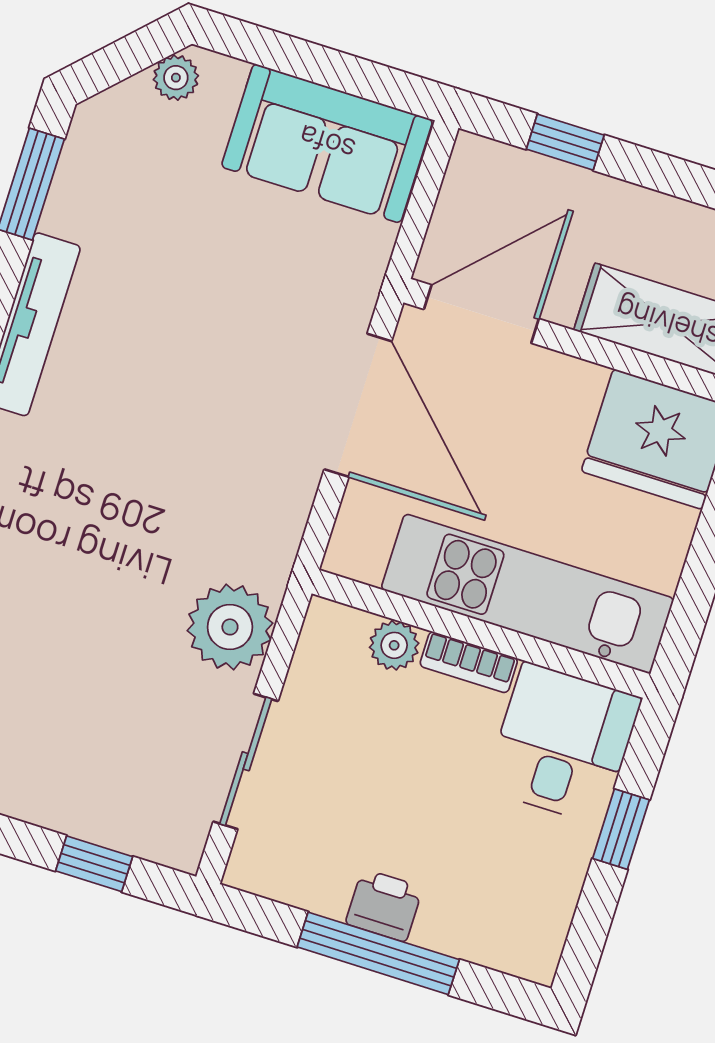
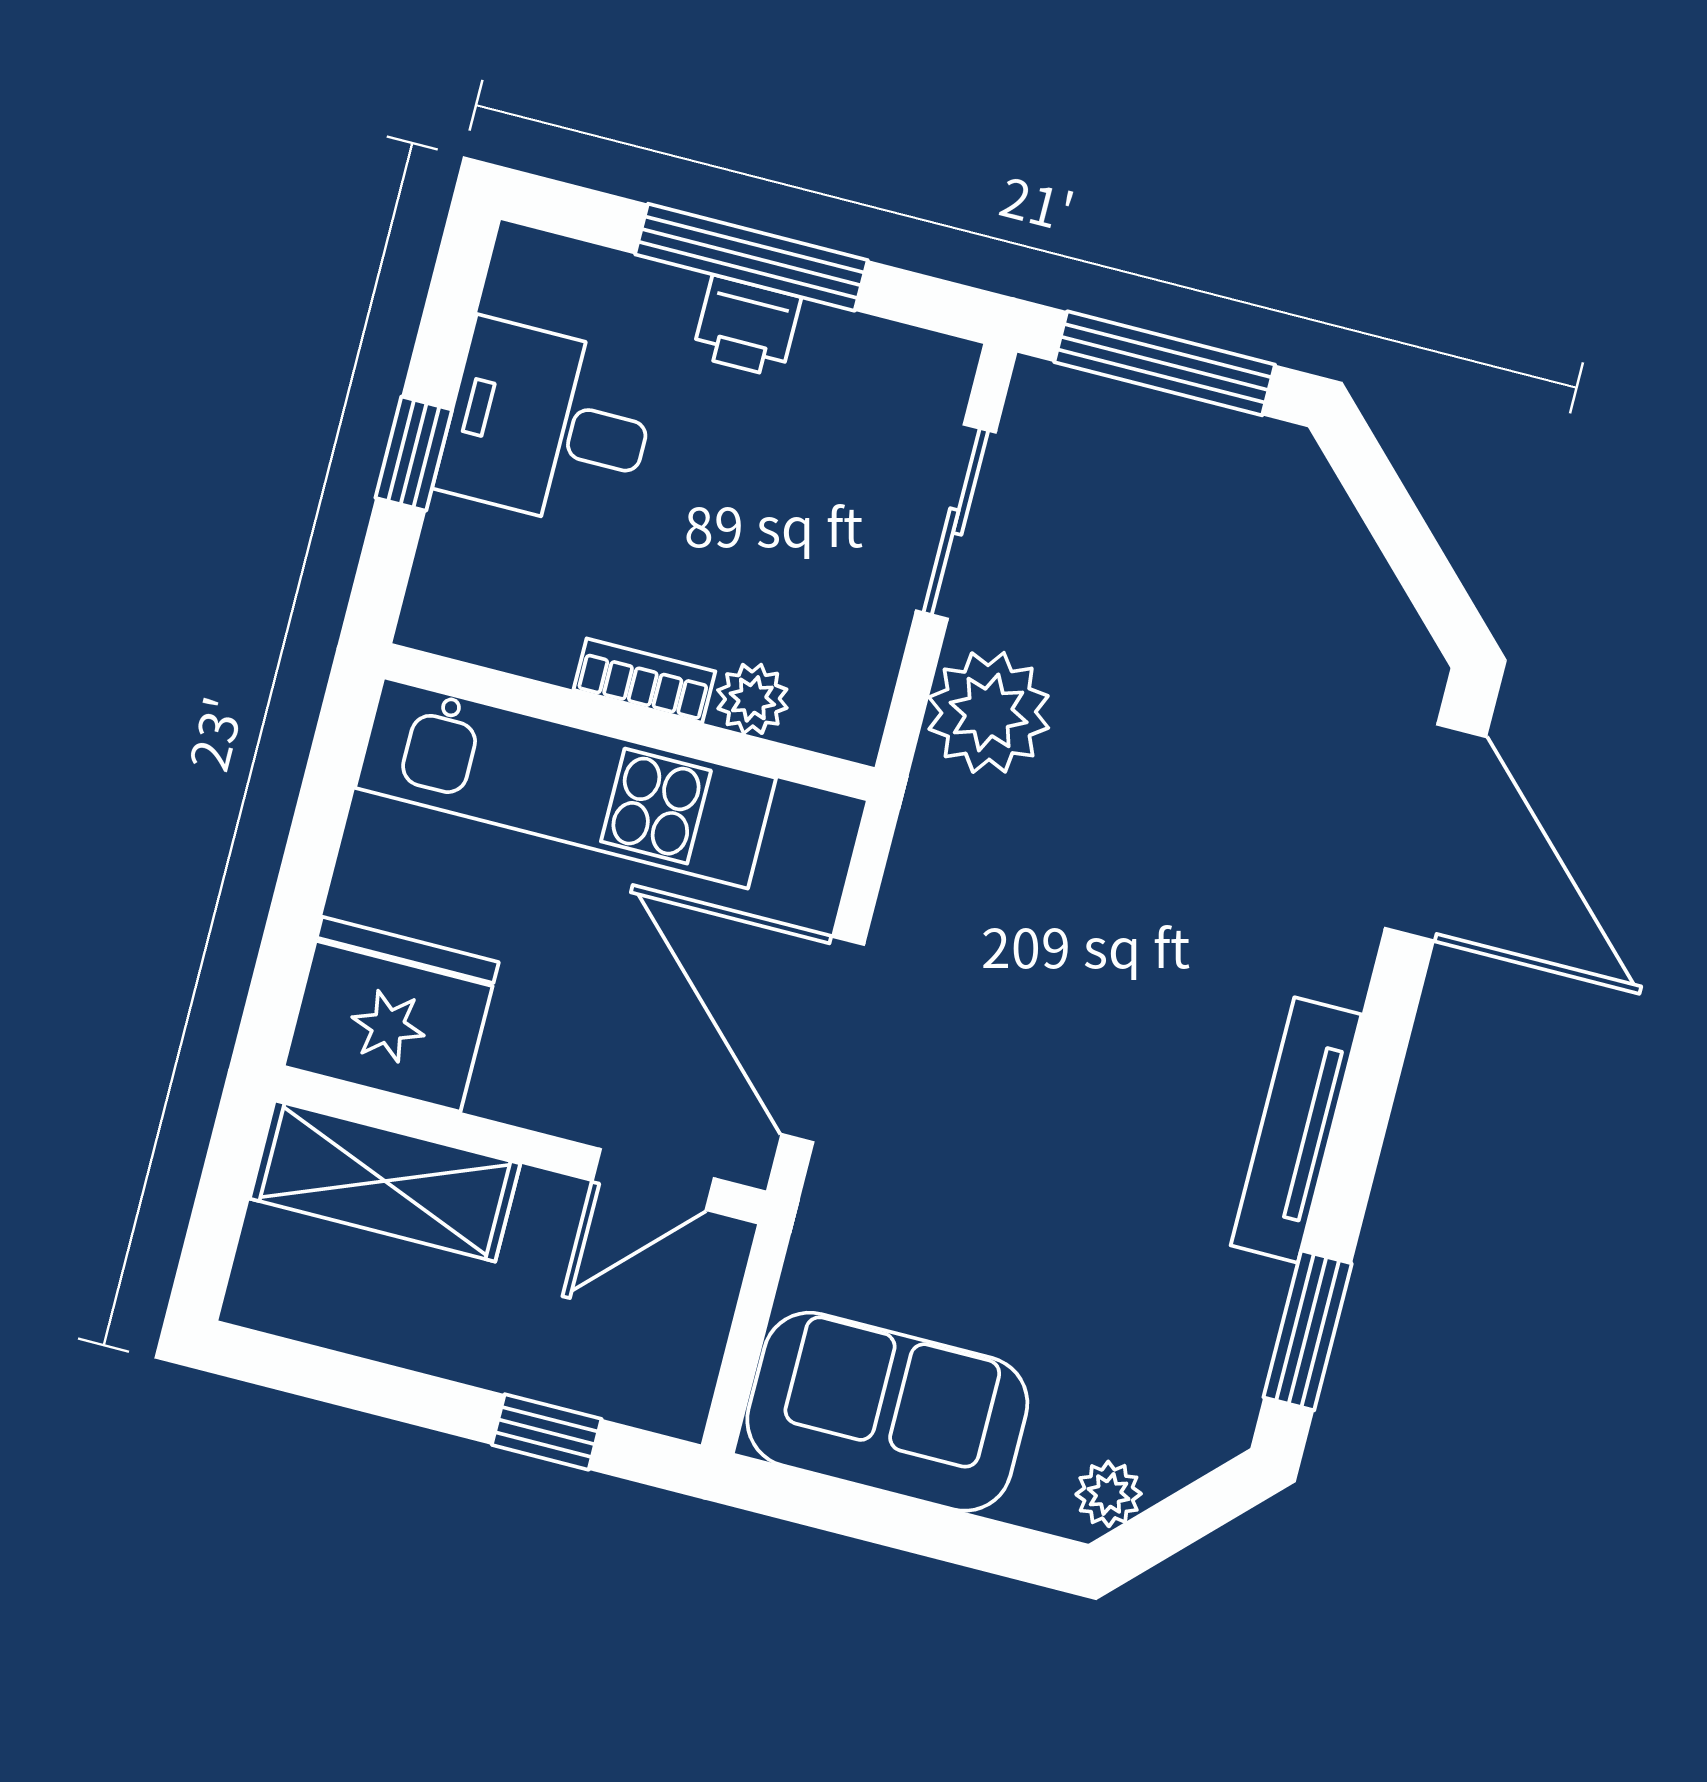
door: (481, 314) -> (653, 1180), width x0.73
desk: (563, 744) -> (548, 425), moved, turned 90
window: (94, 864) -> (1165, 363), width x2.17

